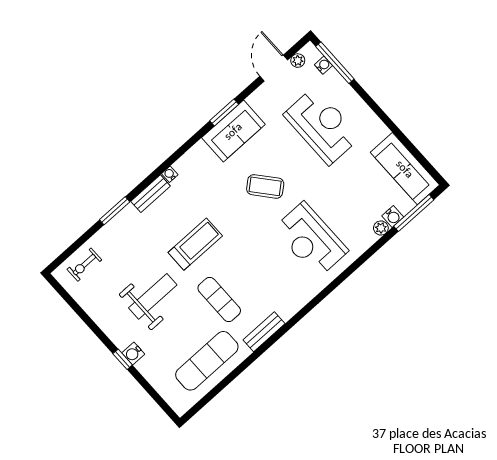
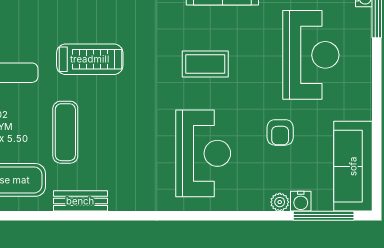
coffee table: (265, 186) -> (205, 64), turned -50
armchair: (345, 187) -> (280, 132), added
reception desk: (311, 240) -> (203, 153), turned 180

